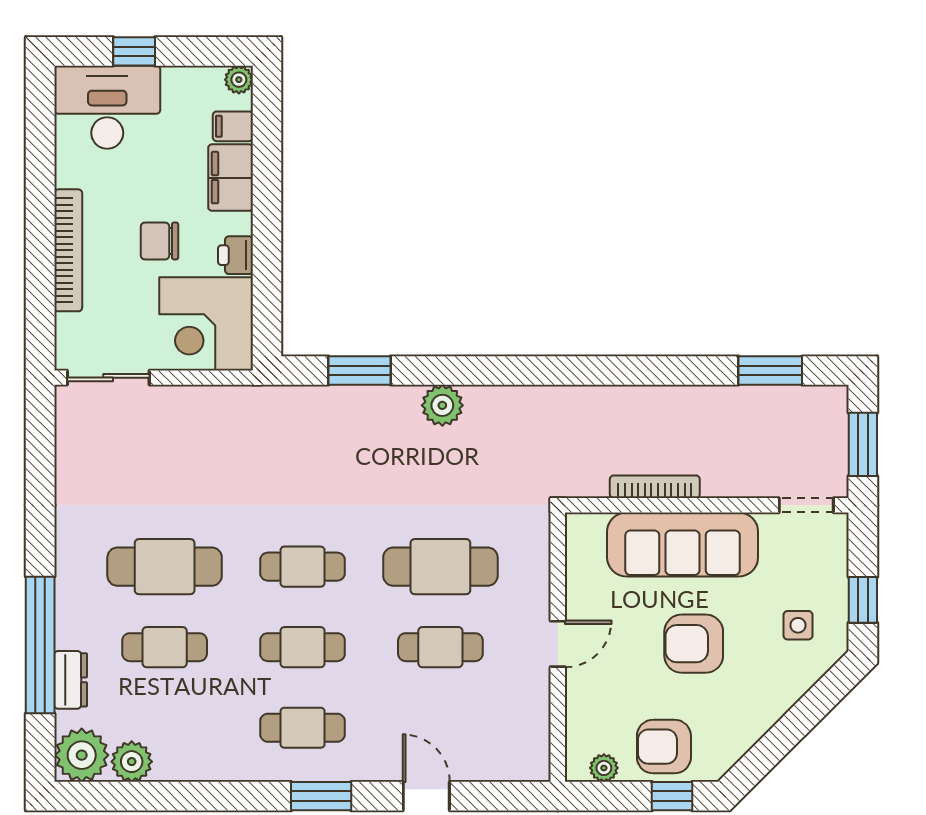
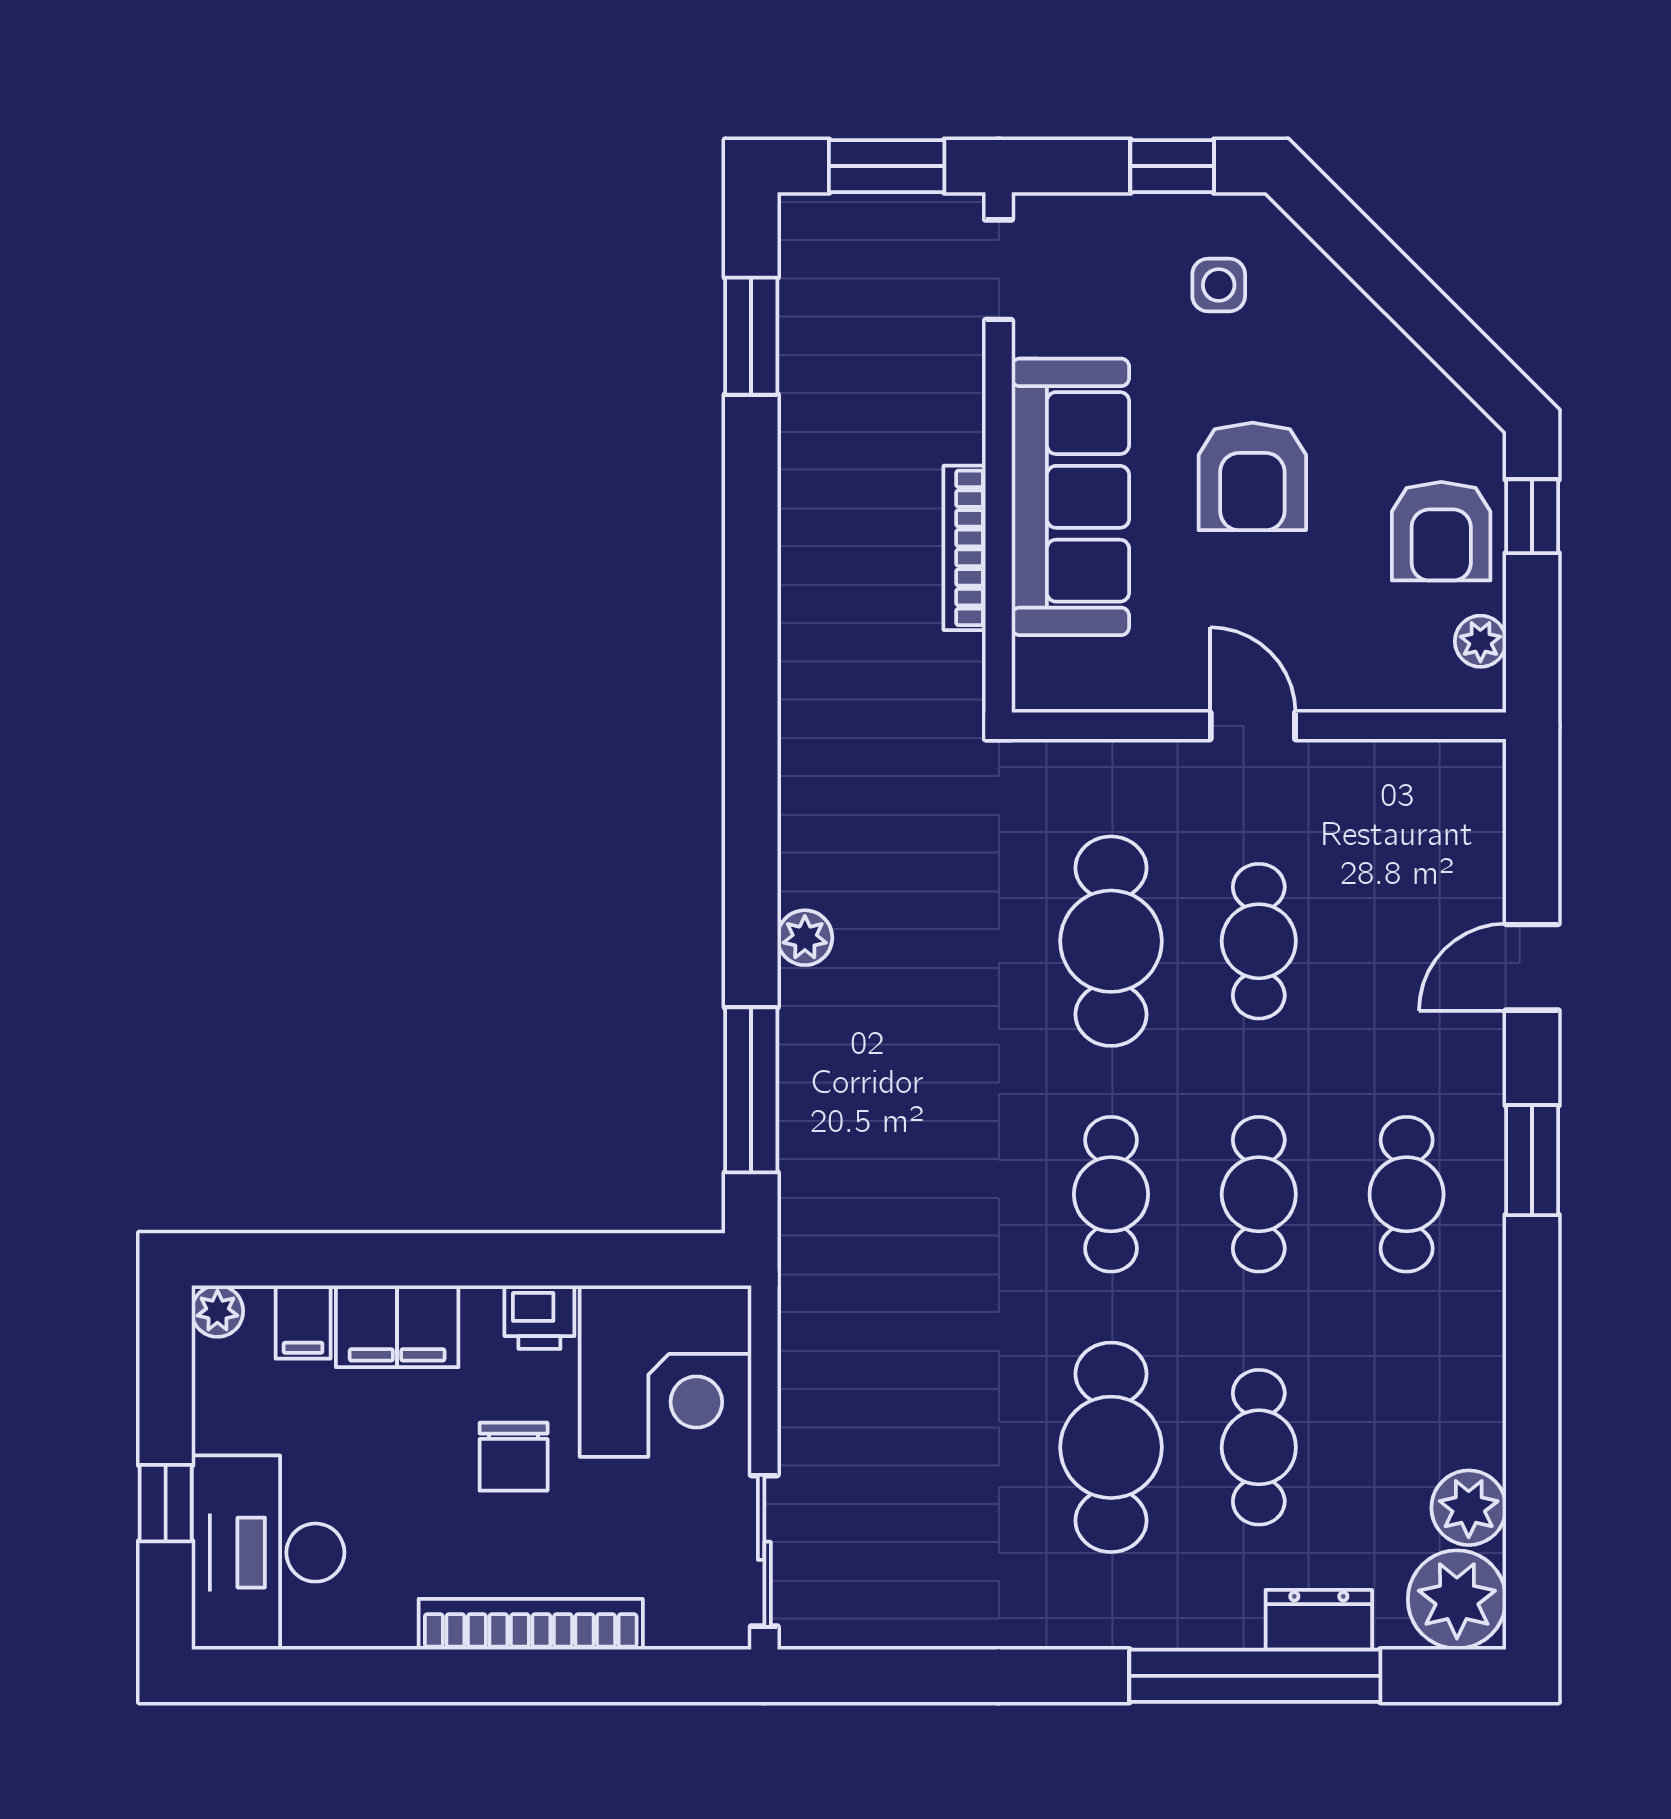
window: (359, 371) -> (751, 1090), width x1.44
plant: (442, 405) -> (805, 938), width x0.73, depth x0.73

